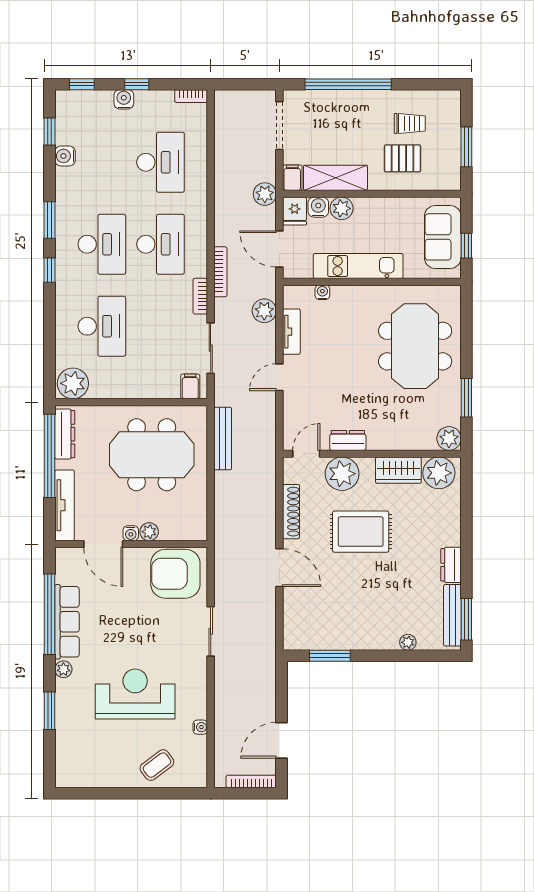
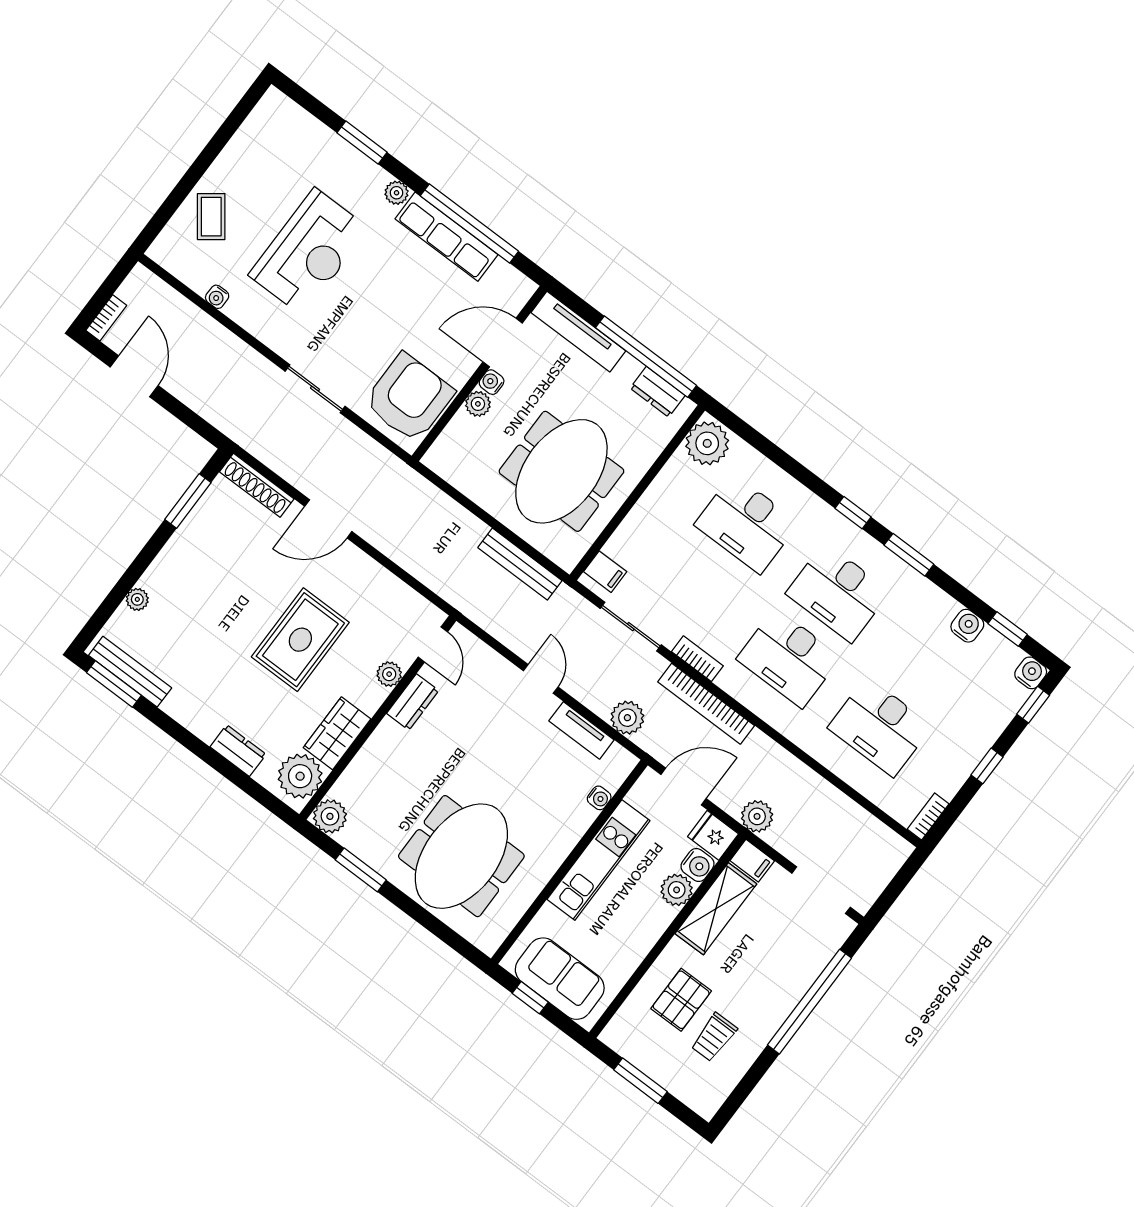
water cooler: (124, 99) -> (1031, 673), moved, turned -90
bookcase: (220, 272) -> (706, 704), width x1.48, depth x1.31
meeting table: (415, 346) -> (461, 856), turned 90
dresser: (65, 434) -> (658, 392), width x0.70
plant: (342, 474) -> (389, 674), width x0.53, depth x0.53
shoe rack: (291, 512) -> (257, 485), moved
dresser: (451, 565) -> (238, 751), moved
bookcase: (251, 781) -> (106, 318), width x0.64

